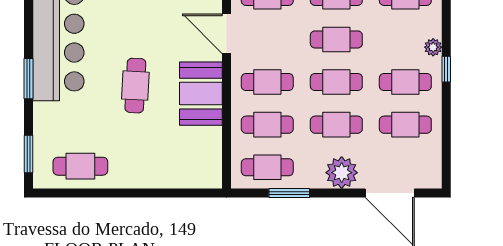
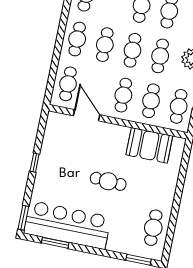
door: (226, 34) -> (87, 115), swing flipped
window: (29, 79) -> (55, 243), moved
booth: (201, 94) -> (149, 145), moved

